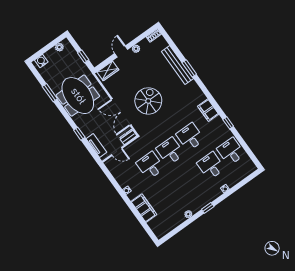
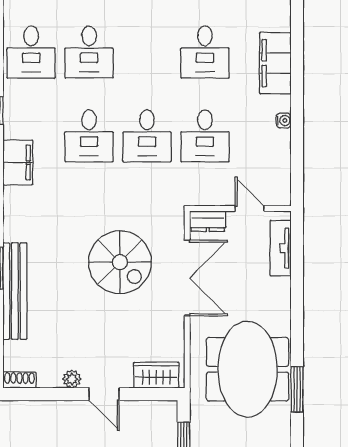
door: (121, 51) -> (104, 394), hinge flipped
window: (50, 93) -> (297, 389), moved
spiral stairs: (148, 101) -> (120, 262), turned -90
window: (79, 134) -> (297, 294), removed
desk: (171, 194) -> (205, 52), added

